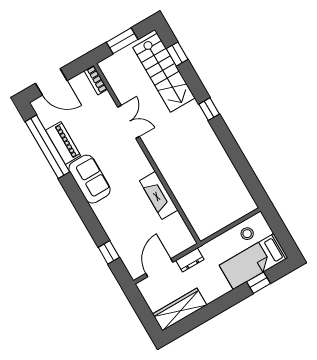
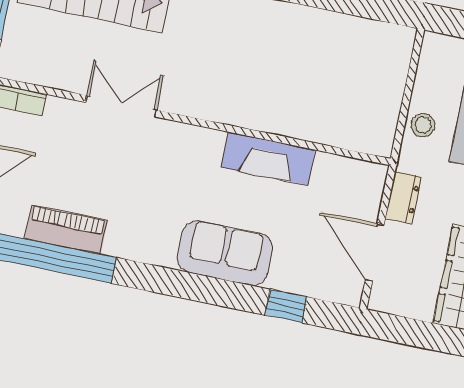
sofa: (90, 179) -> (225, 253), moved
stool: (247, 234) -> (423, 125), moved

